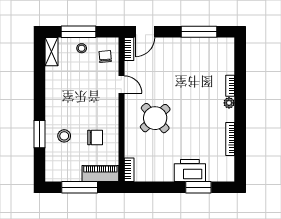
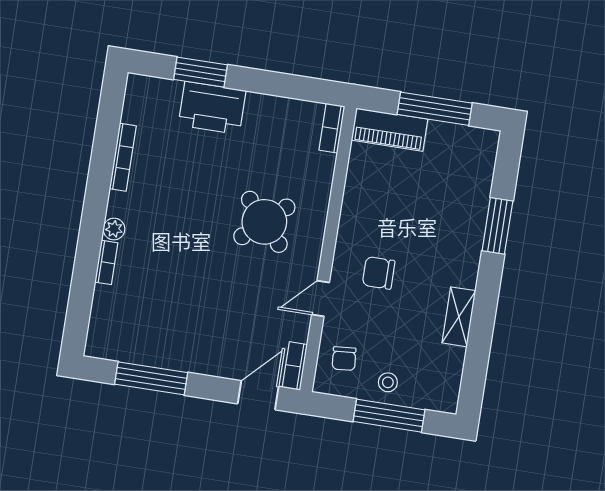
shelving: (52, 52) -> (459, 317), moved
door: (121, 85) -> (321, 298), hinge flipped
stool: (64, 136) -> (449, 215), removed
chair: (95, 138) -> (379, 273), moved

